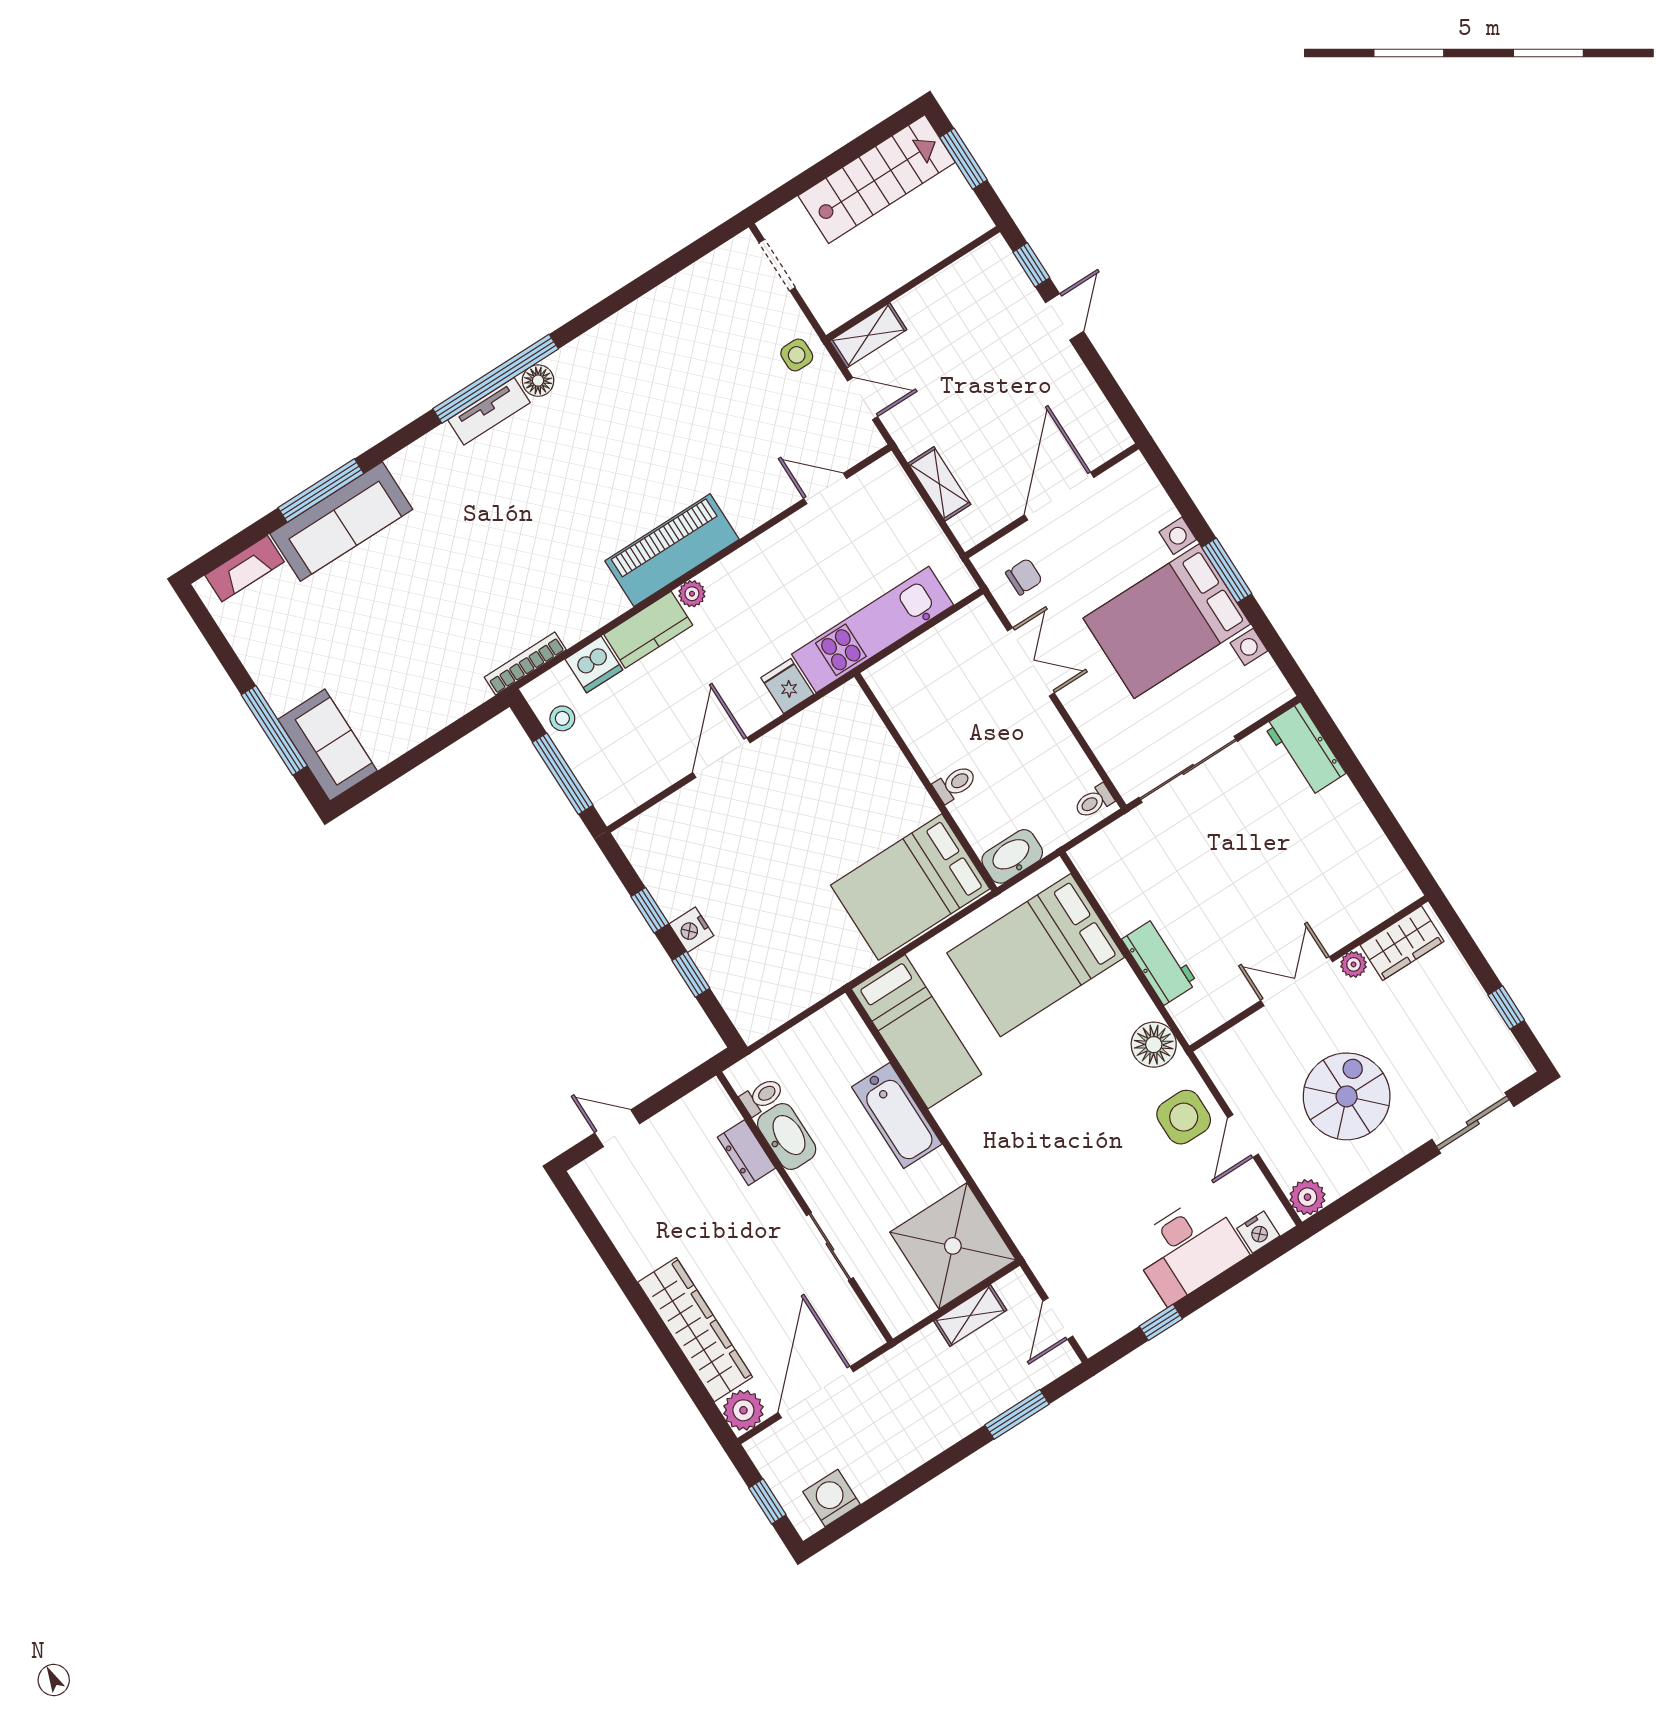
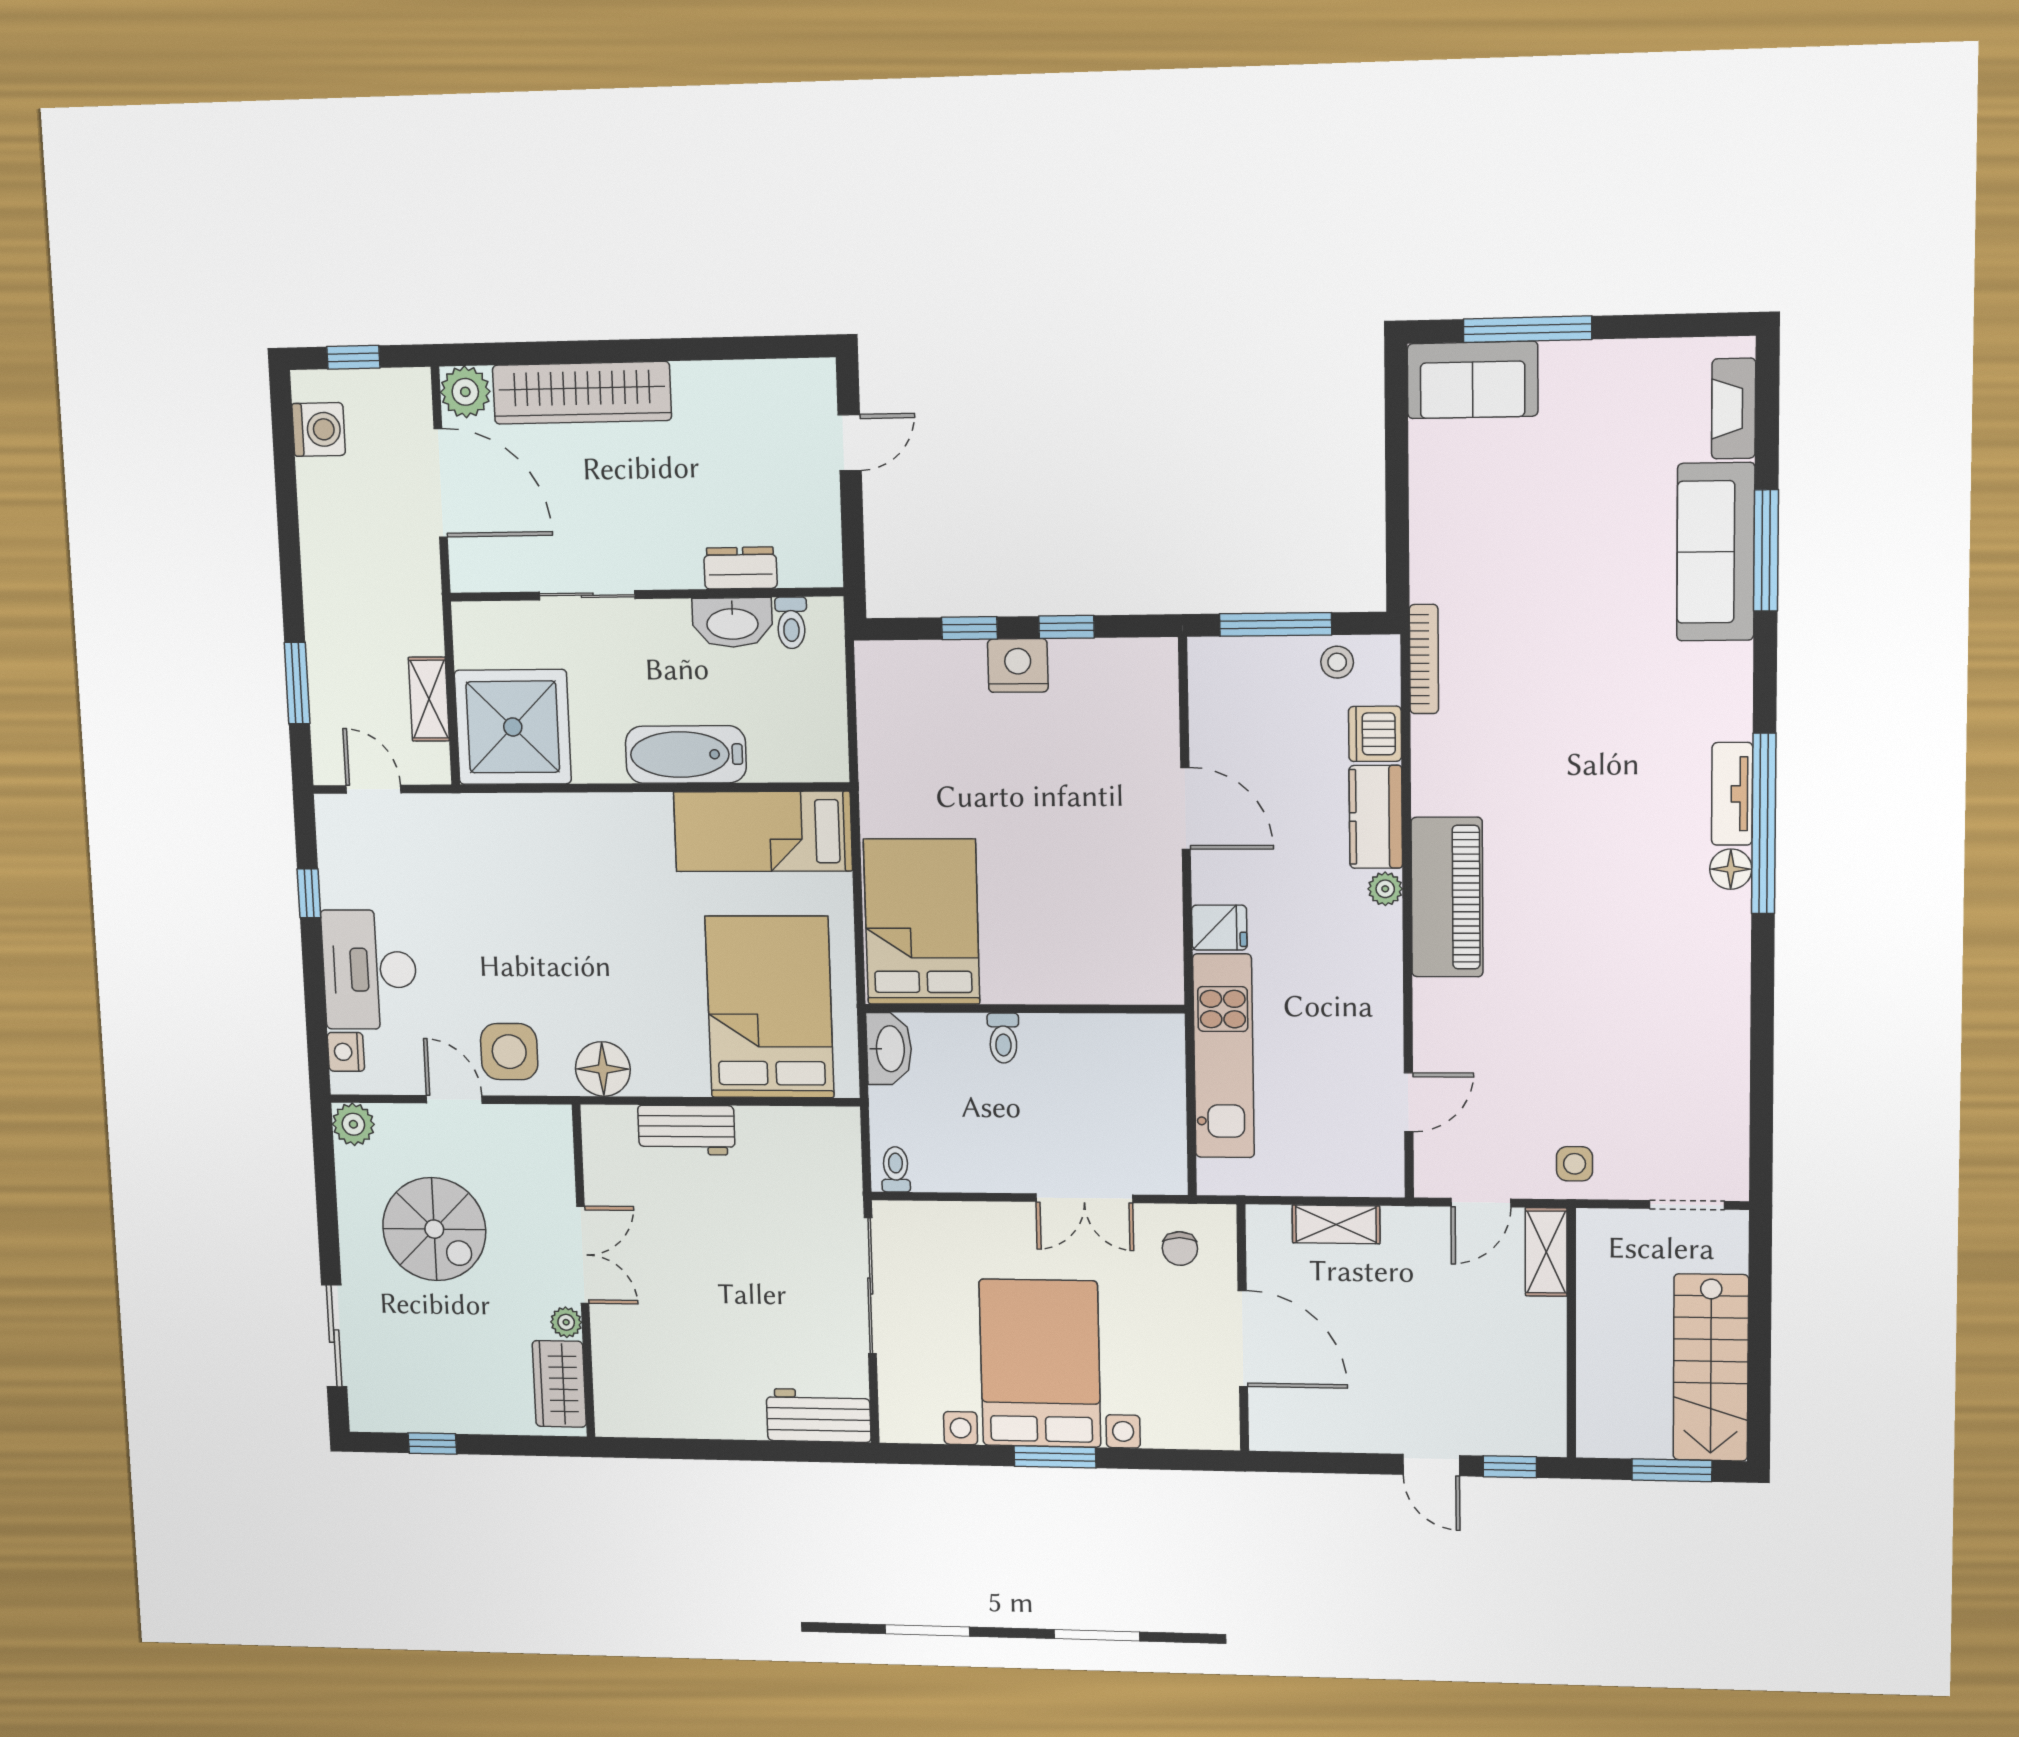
nightstand: (691, 930) -> (1018, 666), width x1.36, depth x1.33

